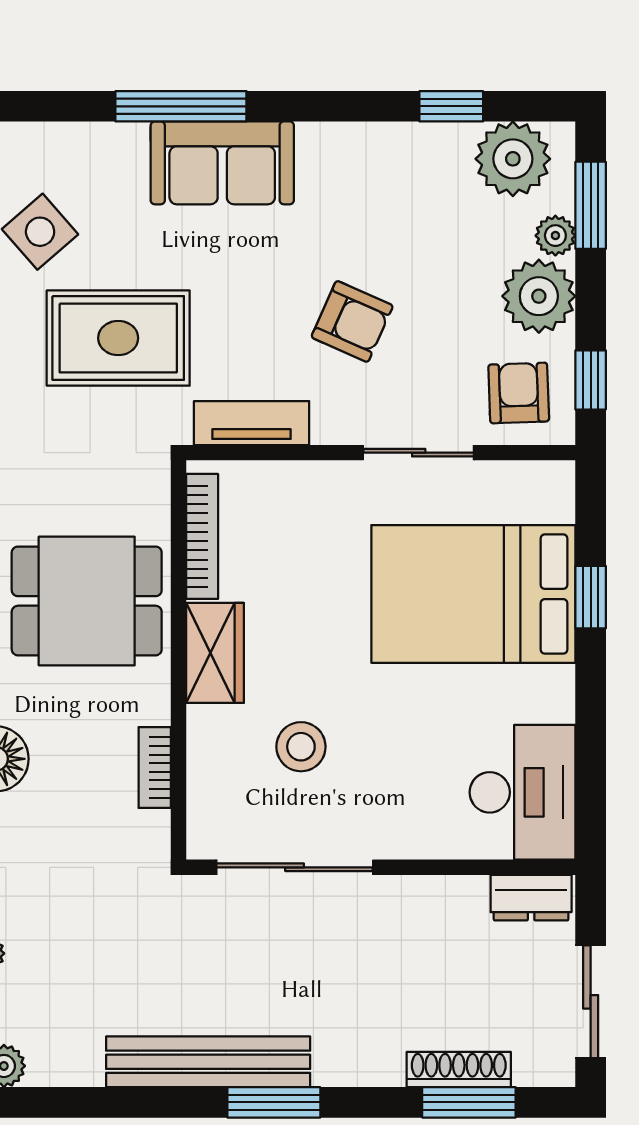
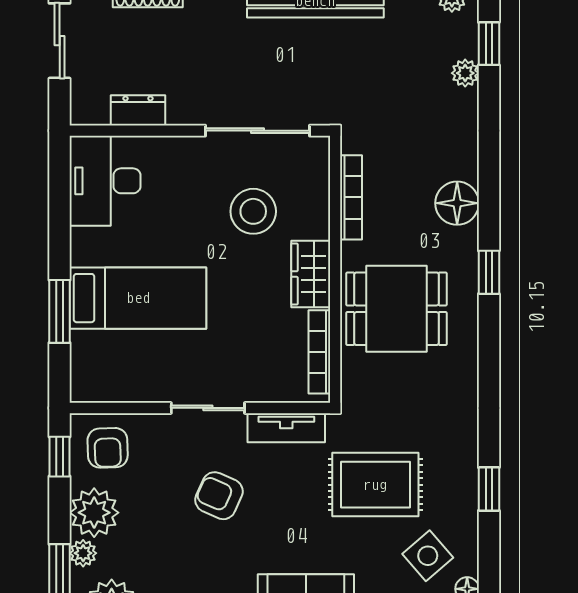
sliding door: (419, 453) -> (208, 408), moved
bed: (473, 594) -> (138, 298), width x0.67
window: (591, 597) -> (60, 311), width x1.50
stool: (301, 747) -> (253, 211), width x1.38, depth x1.38
bookcase: (155, 767) -> (351, 197), width x1.56
dresser: (531, 898) -> (138, 110), moved

